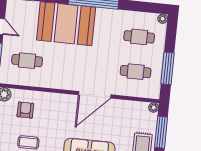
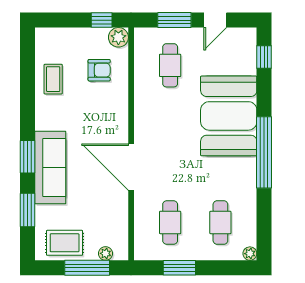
window: (168, 68) -> (179, 268), width x0.69
plant: (154, 107) -> (106, 253), moved

